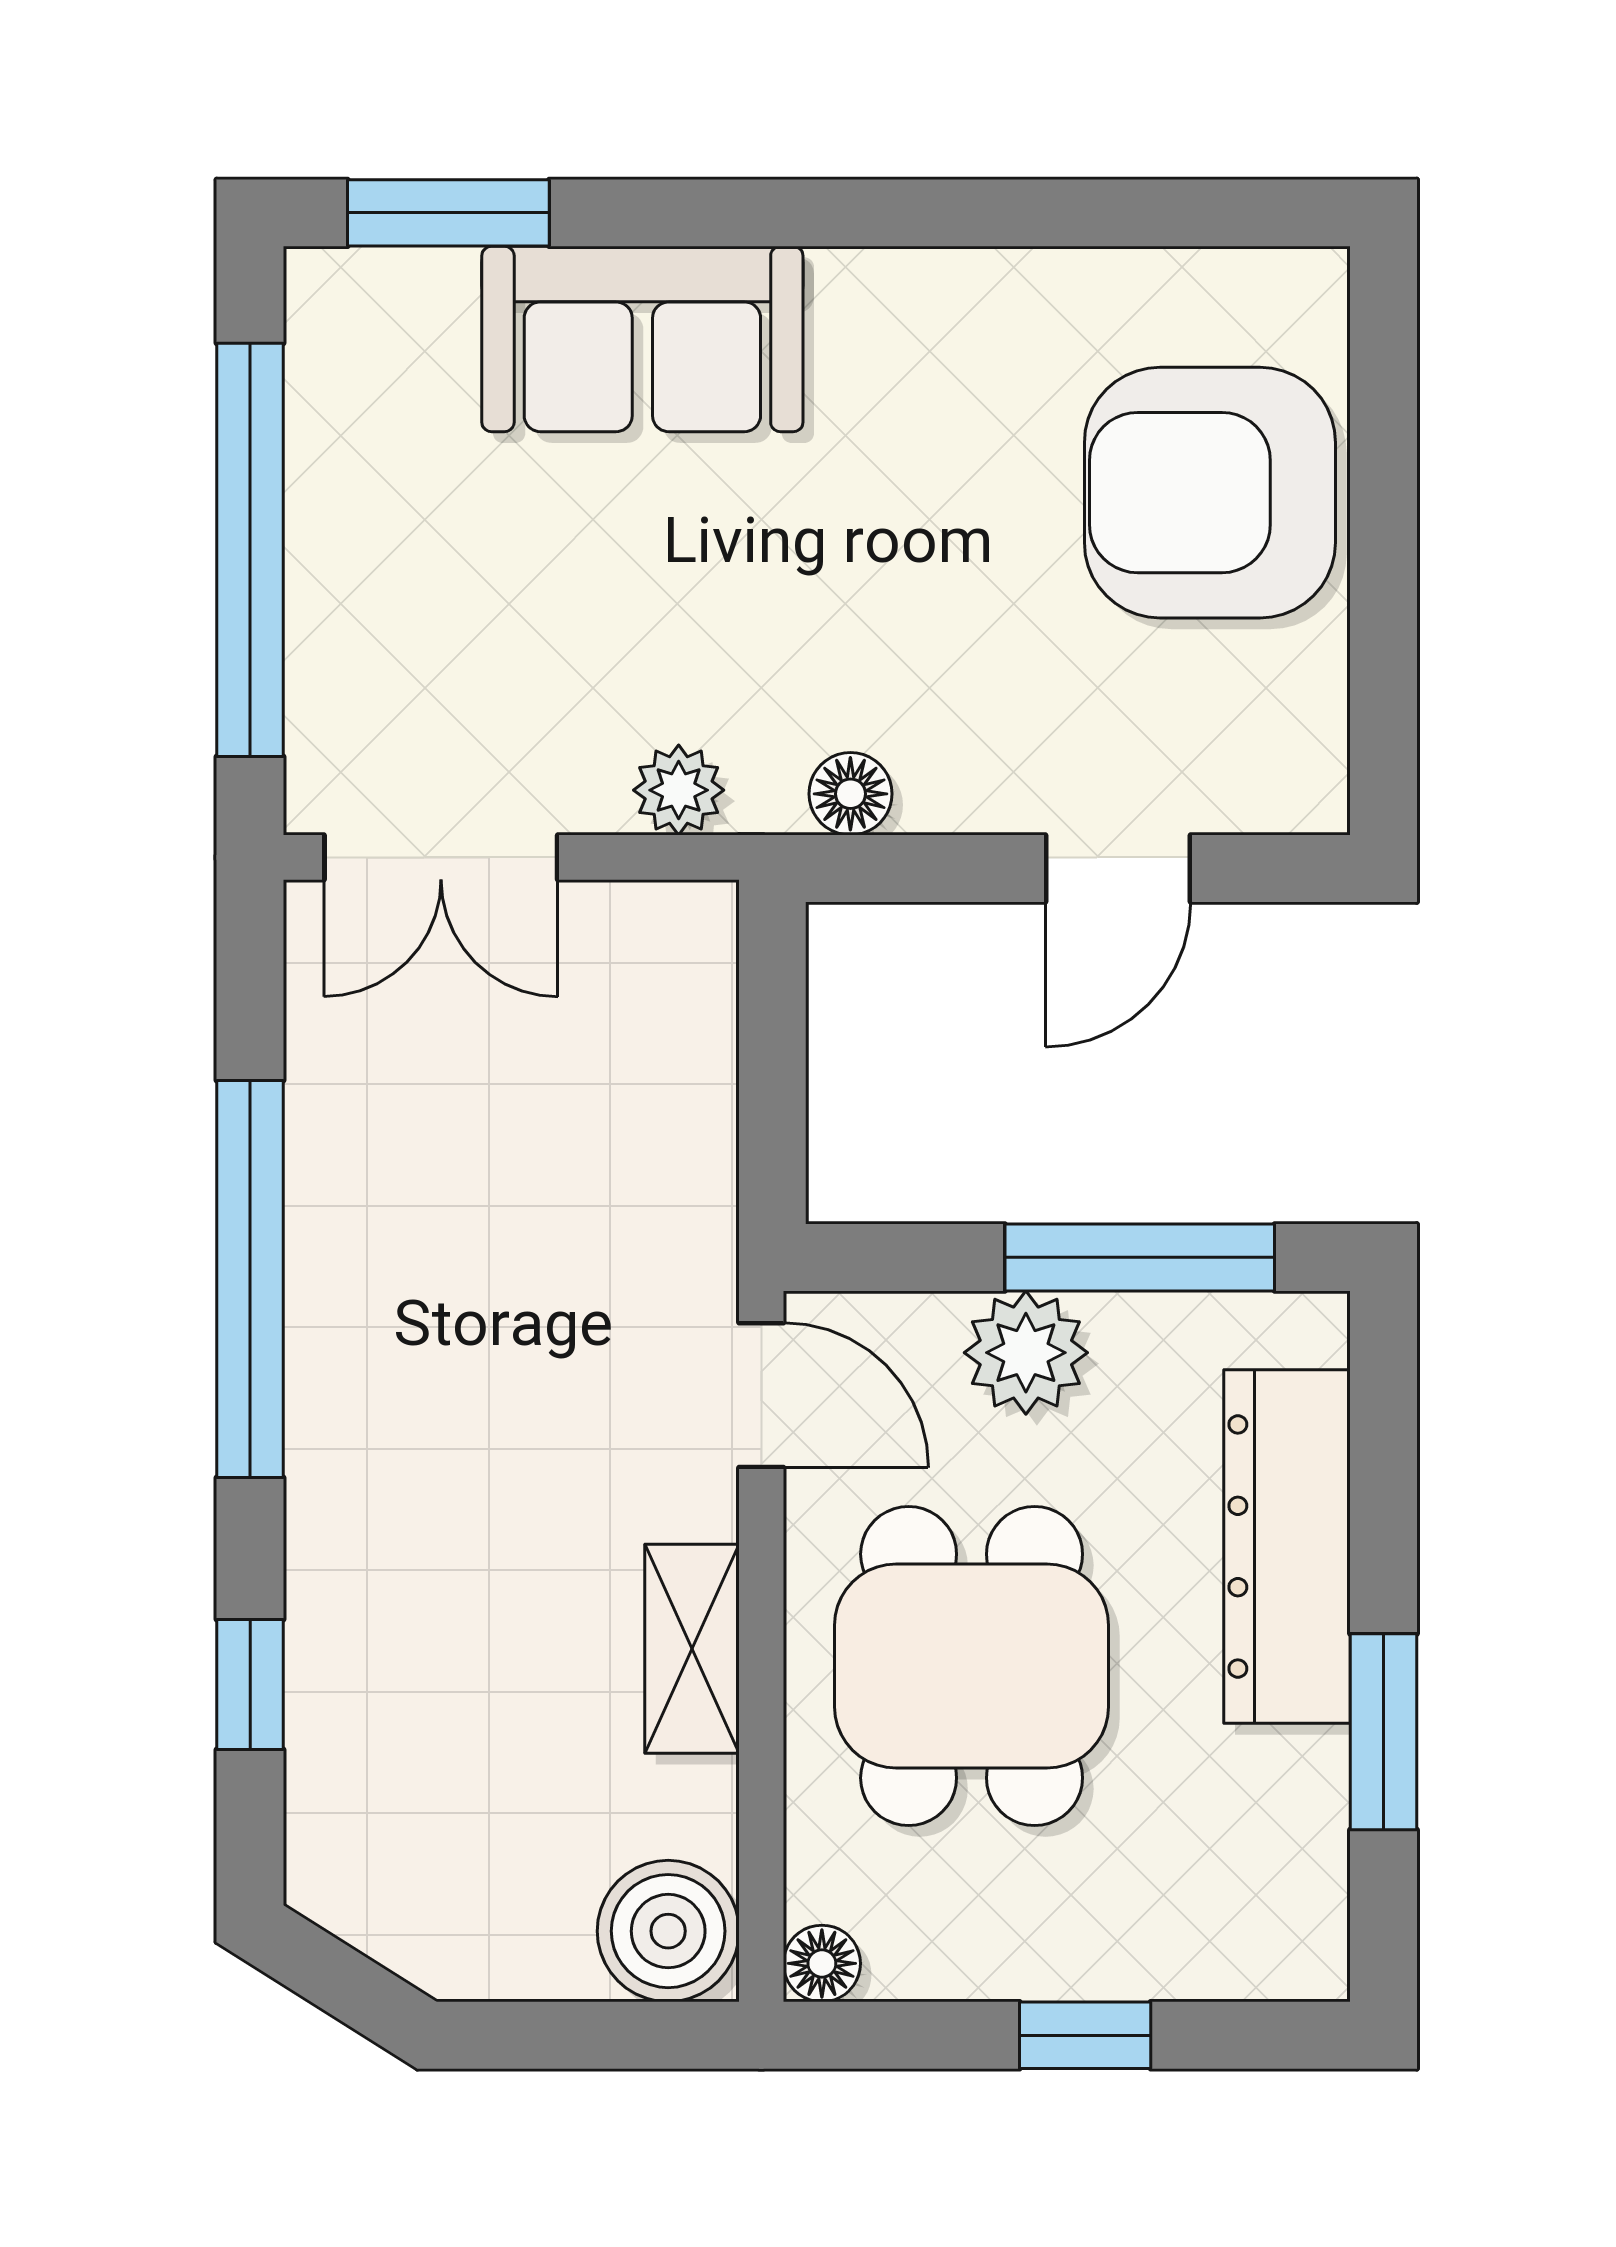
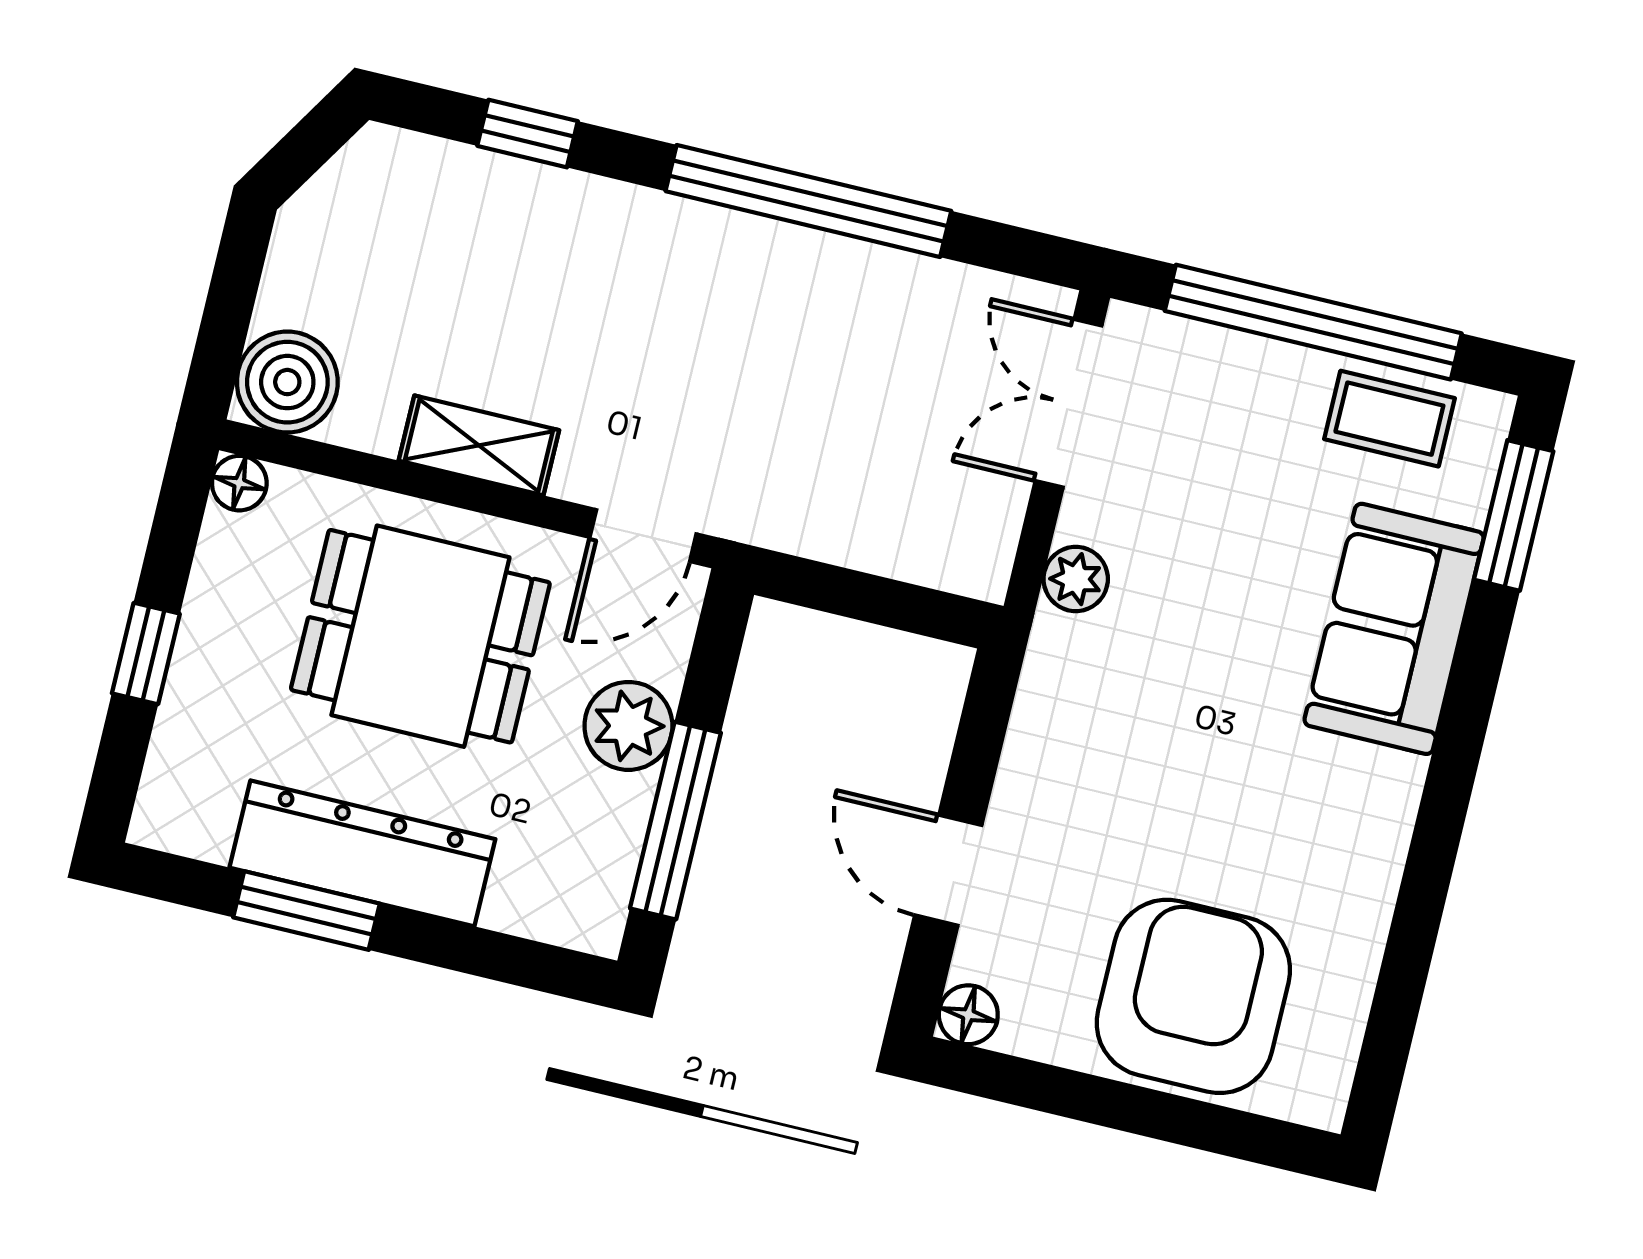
coffee table: (357, 414) -> (1389, 419), added
floor lamp: (850, 794) -> (968, 1015), moved
dresser: (1287, 1547) -> (362, 853), moved

